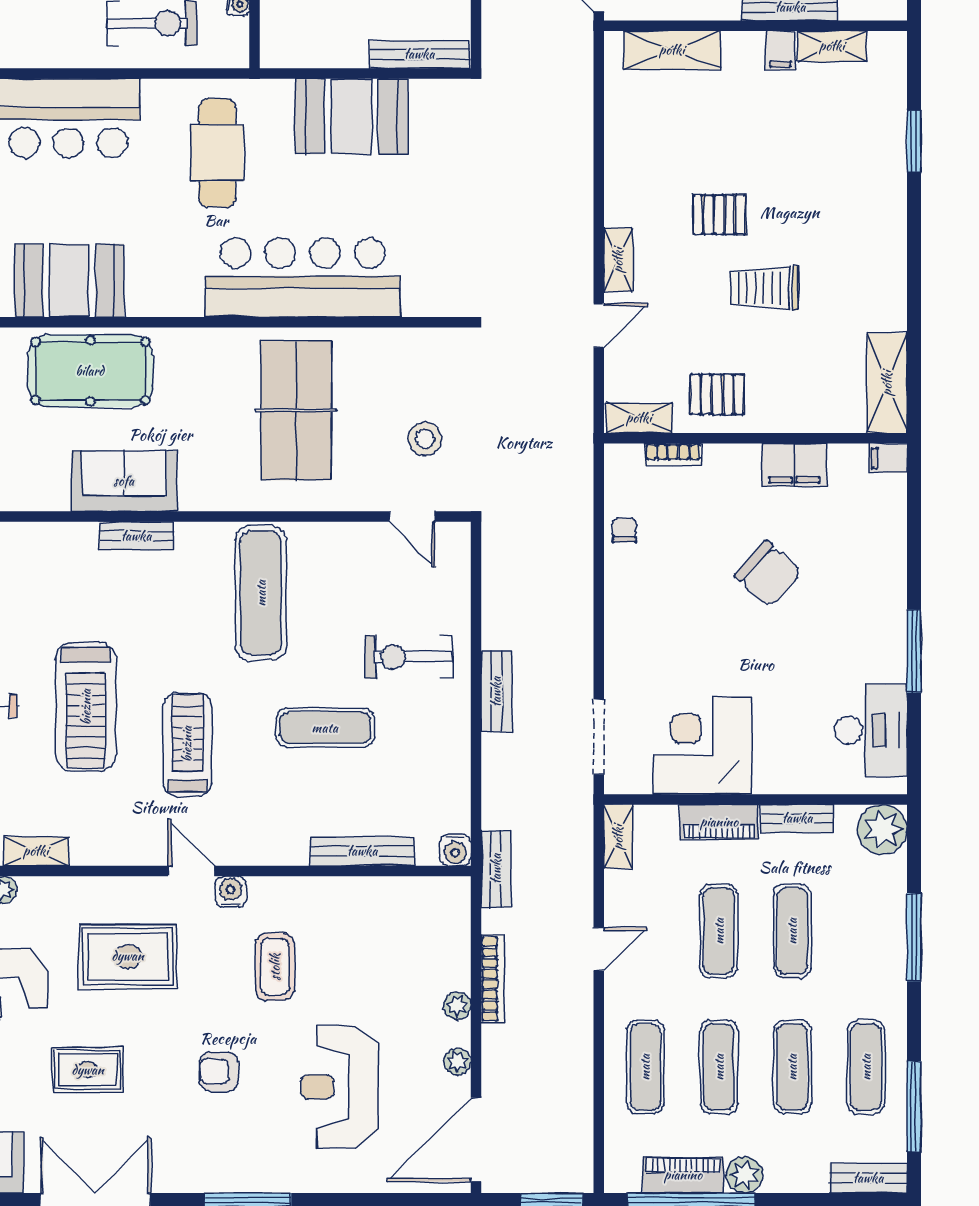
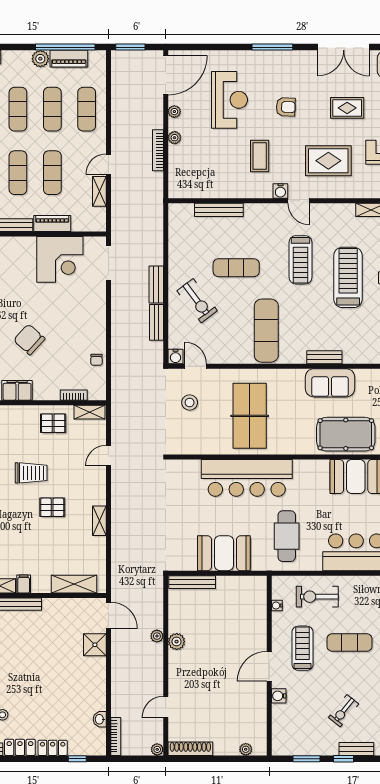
shelving: (618, 260) -> (99, 521), moved
exercise bike: (409, 657) -> (197, 301), turned 53
shelving: (618, 837) -> (99, 191), moved
water cooler: (455, 850) -> (175, 356), moved, turned 180
bench: (496, 869) -> (156, 322), moved

